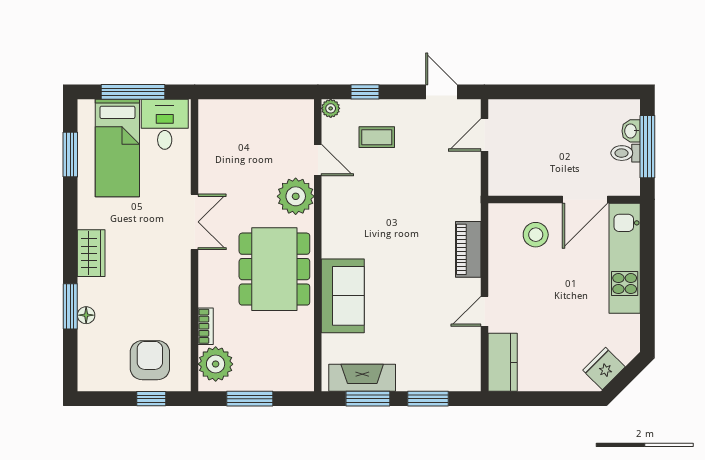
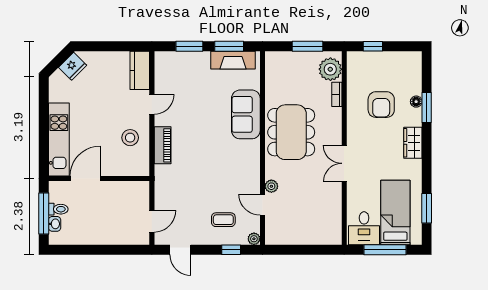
plant: (296, 196) -> (271, 186), width x0.53, depth x0.53
stool: (536, 235) -> (130, 138), moved
armchair: (150, 360) -> (381, 105), moved

